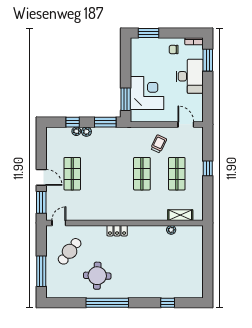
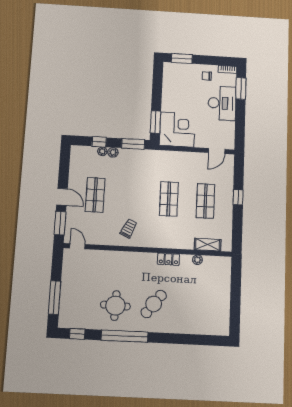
corner desk: (147, 93) -> (177, 130), moved
door: (186, 124) -> (217, 151), swing flipped
trolley: (159, 144) -> (129, 228), moved
door: (59, 223) -> (77, 246), hinge flipped
locker: (117, 231) -> (169, 259), moved
cafe table: (70, 251) -> (154, 304), moved
window: (168, 303) -> (77, 334), moved

